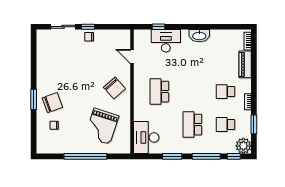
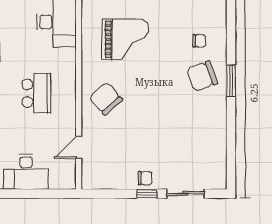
window: (159, 27) -> (37, 194), removed
door: (132, 57) -> (79, 147), swing flipped
grand piano: (102, 126) -> (125, 39), turned 72

